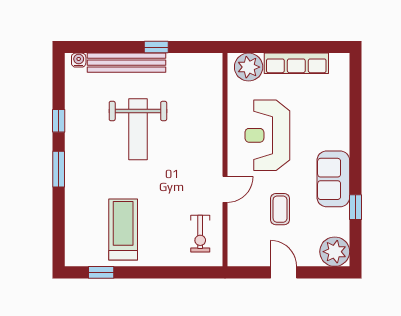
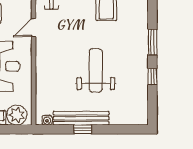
water cooler: (79, 60) -> (47, 120), moved
bench: (126, 63) -> (81, 118), moved

